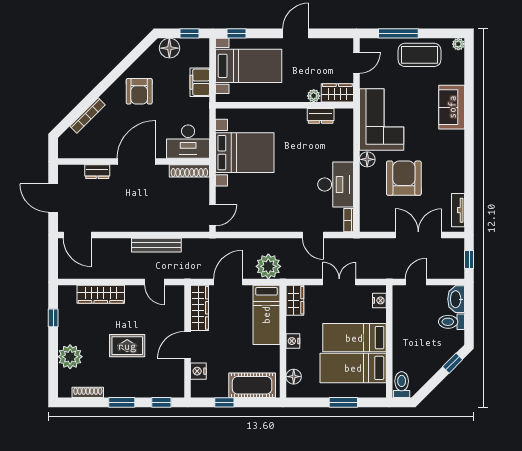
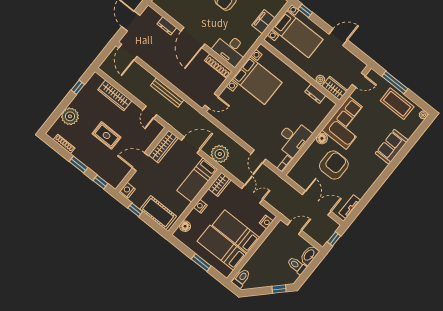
door: (136, 162) -> (193, 37), swing flipped
nightstand: (198, 371) -> (128, 190), moved

